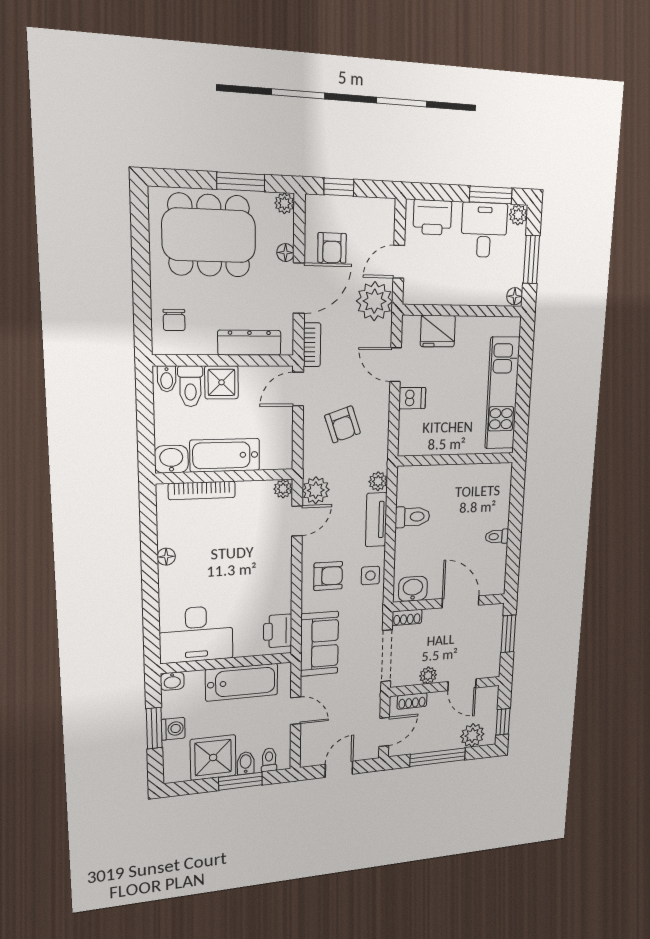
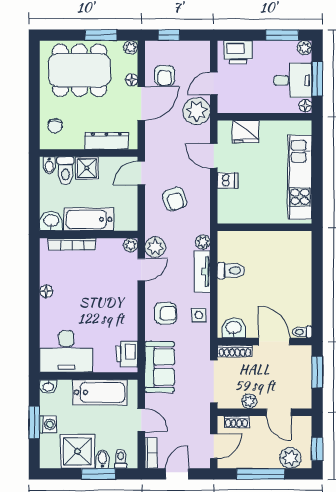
desk: (484, 230) -> (293, 80), moved, turned 90
bookcase: (312, 345) -> (151, 453), moved
toilet: (497, 537) -> (302, 332), moved
shoe rack: (407, 617) -> (235, 351), width x1.43

